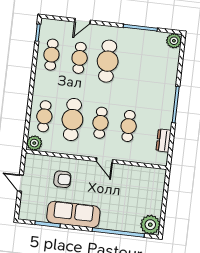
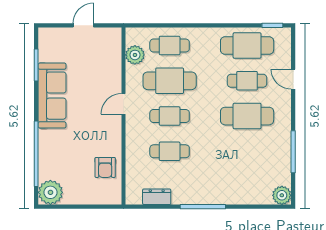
cafe table: (51, 55) -> (247, 46), width x1.37, depth x1.35
plant: (34, 143) -> (135, 55), moved
door: (104, 160) -> (123, 104), moved
armchair: (62, 179) -> (105, 167), moved

